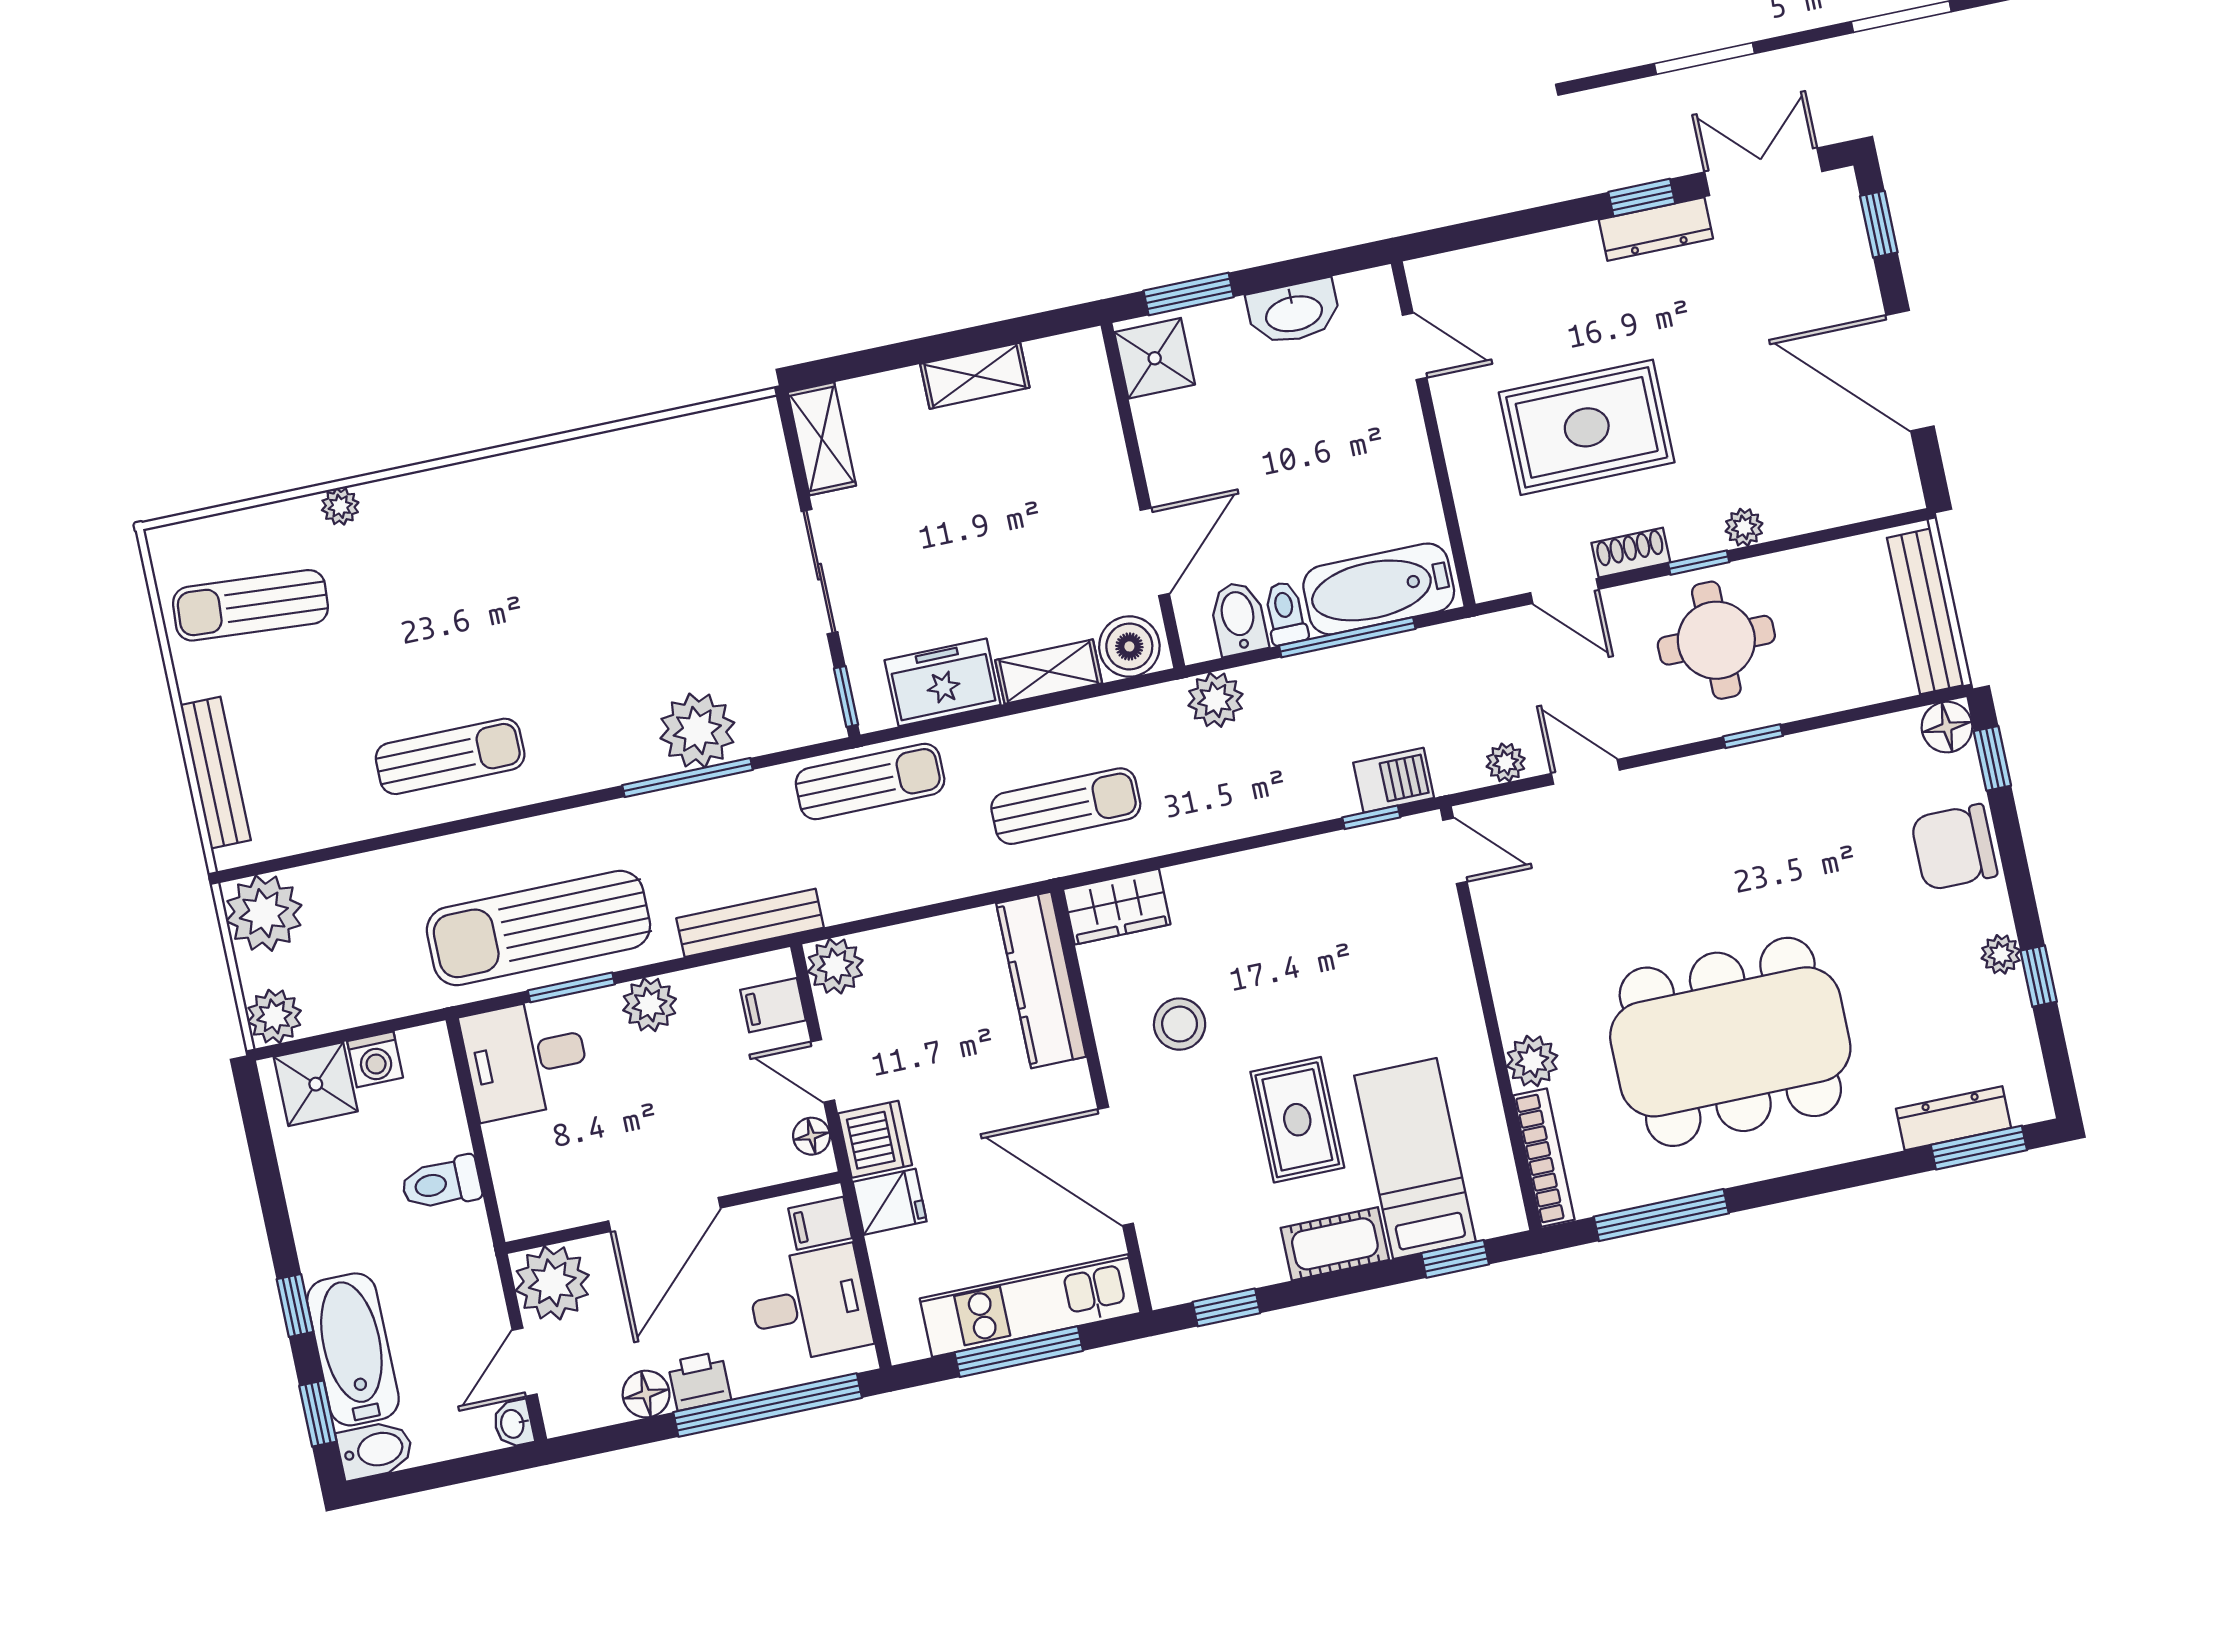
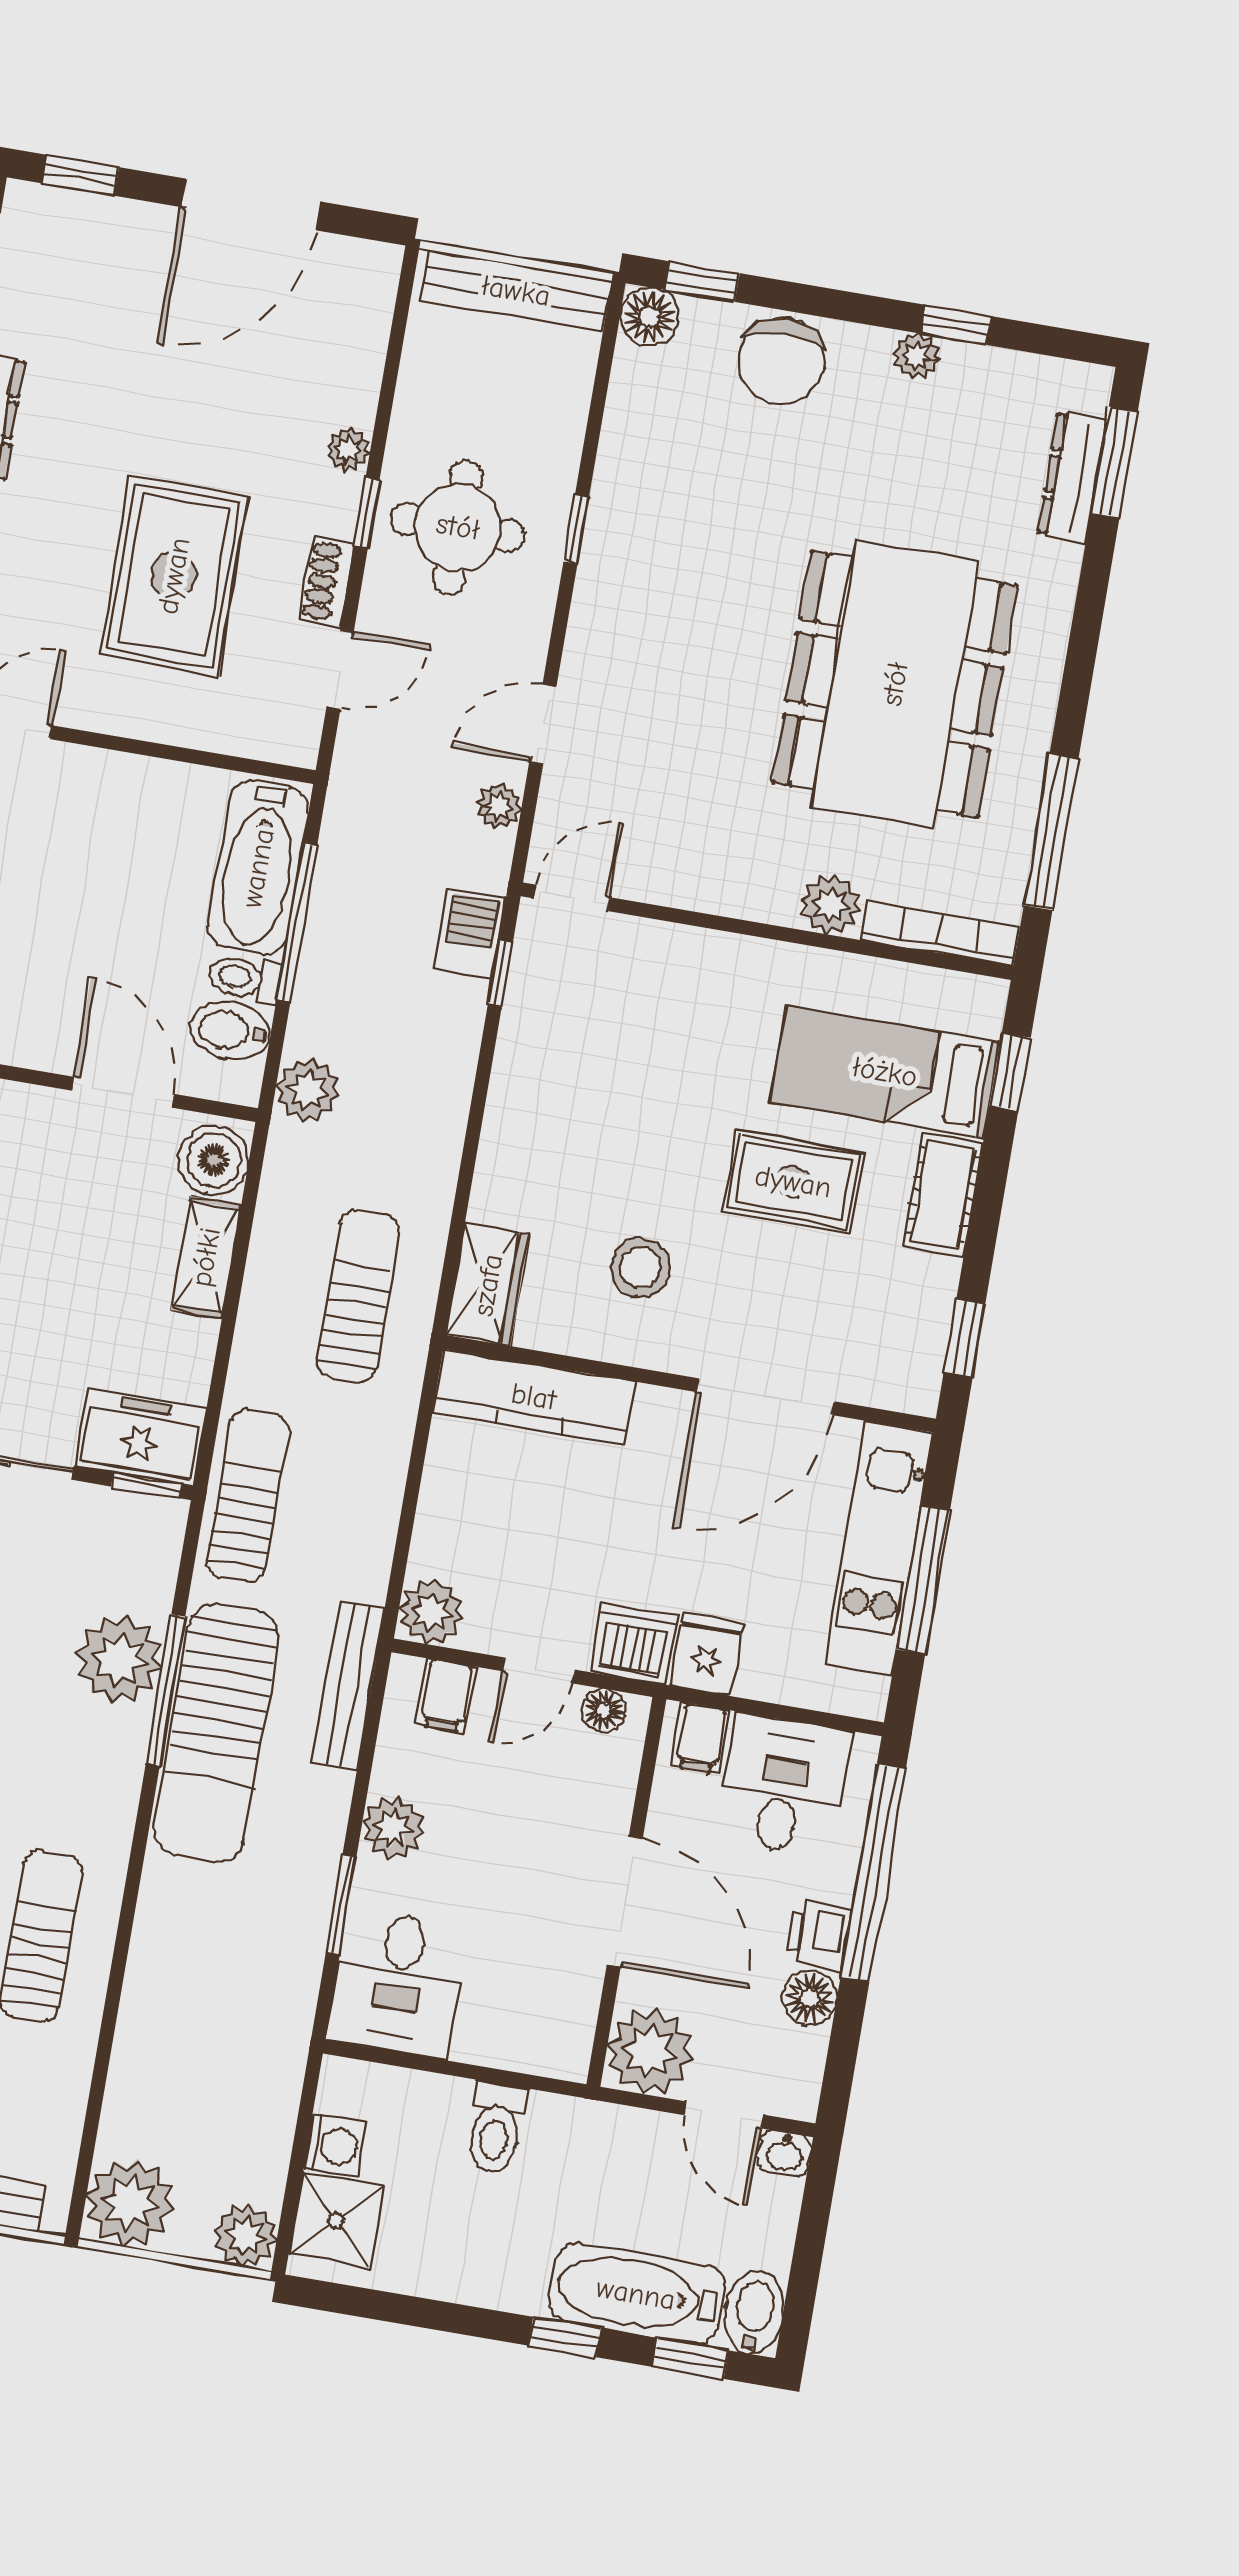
freezer: (943, 682) -> (141, 1438), moved, turned 90
sun lounger: (538, 928) -> (216, 1734), moved

